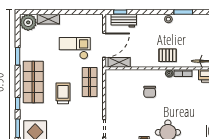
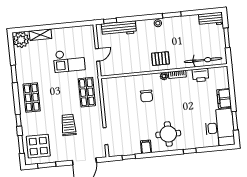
workbench: (124, 21) -> (119, 28), width x1.38
door: (104, 45) -> (98, 55), width x0.53
checkout: (75, 48) -> (69, 61), turned 180
shelving: (119, 62) -> (114, 70), removed
shop shelf: (33, 82) -> (32, 98), width x0.70, depth x0.74
trolley: (63, 93) -> (69, 125), moved

